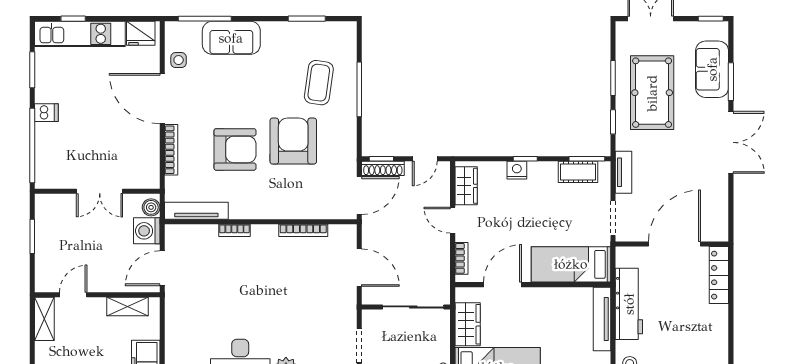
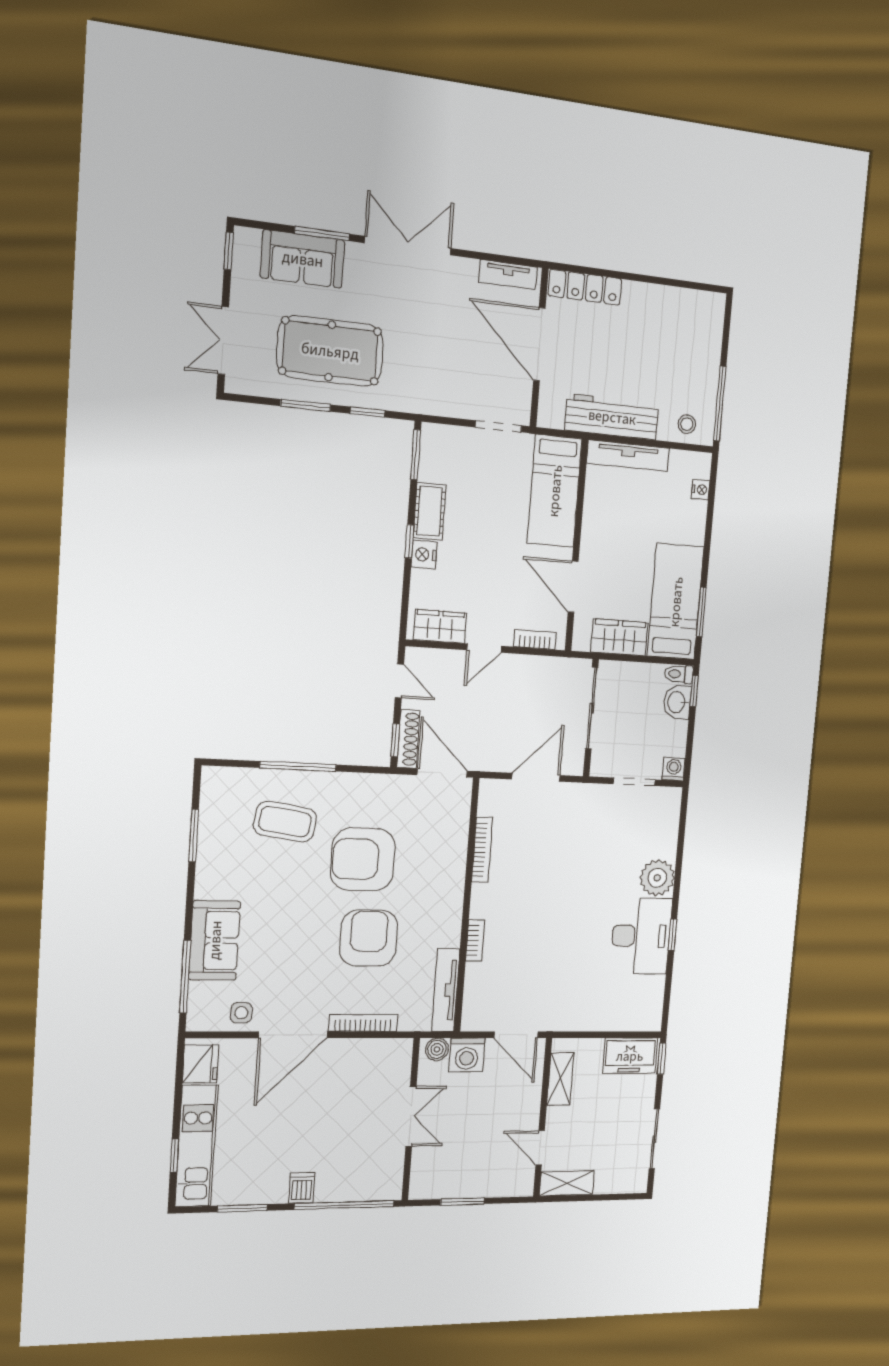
cot: (578, 172) -> (430, 511), moved
tv unit: (624, 172) -> (508, 275), moved, turned 180

